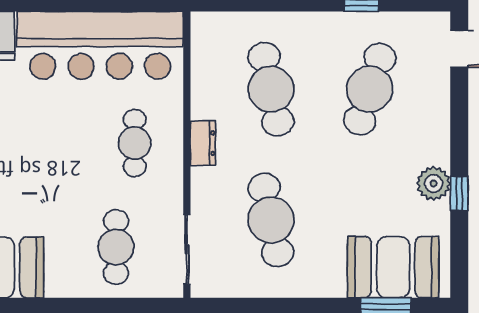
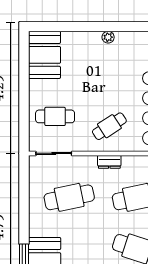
cafe table: (135, 143) -> (109, 126), turned -33

